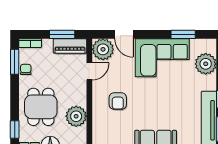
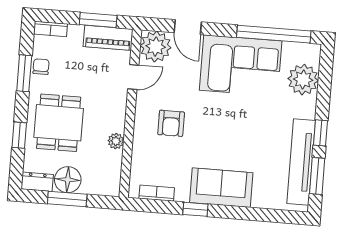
window: (183, 34) -> (274, 34), width x2.11
window: (15, 62) -> (24, 73), moved
plant: (76, 116) -> (116, 141), width x0.53, depth x0.53
window: (15, 129) -> (19, 135), moved

